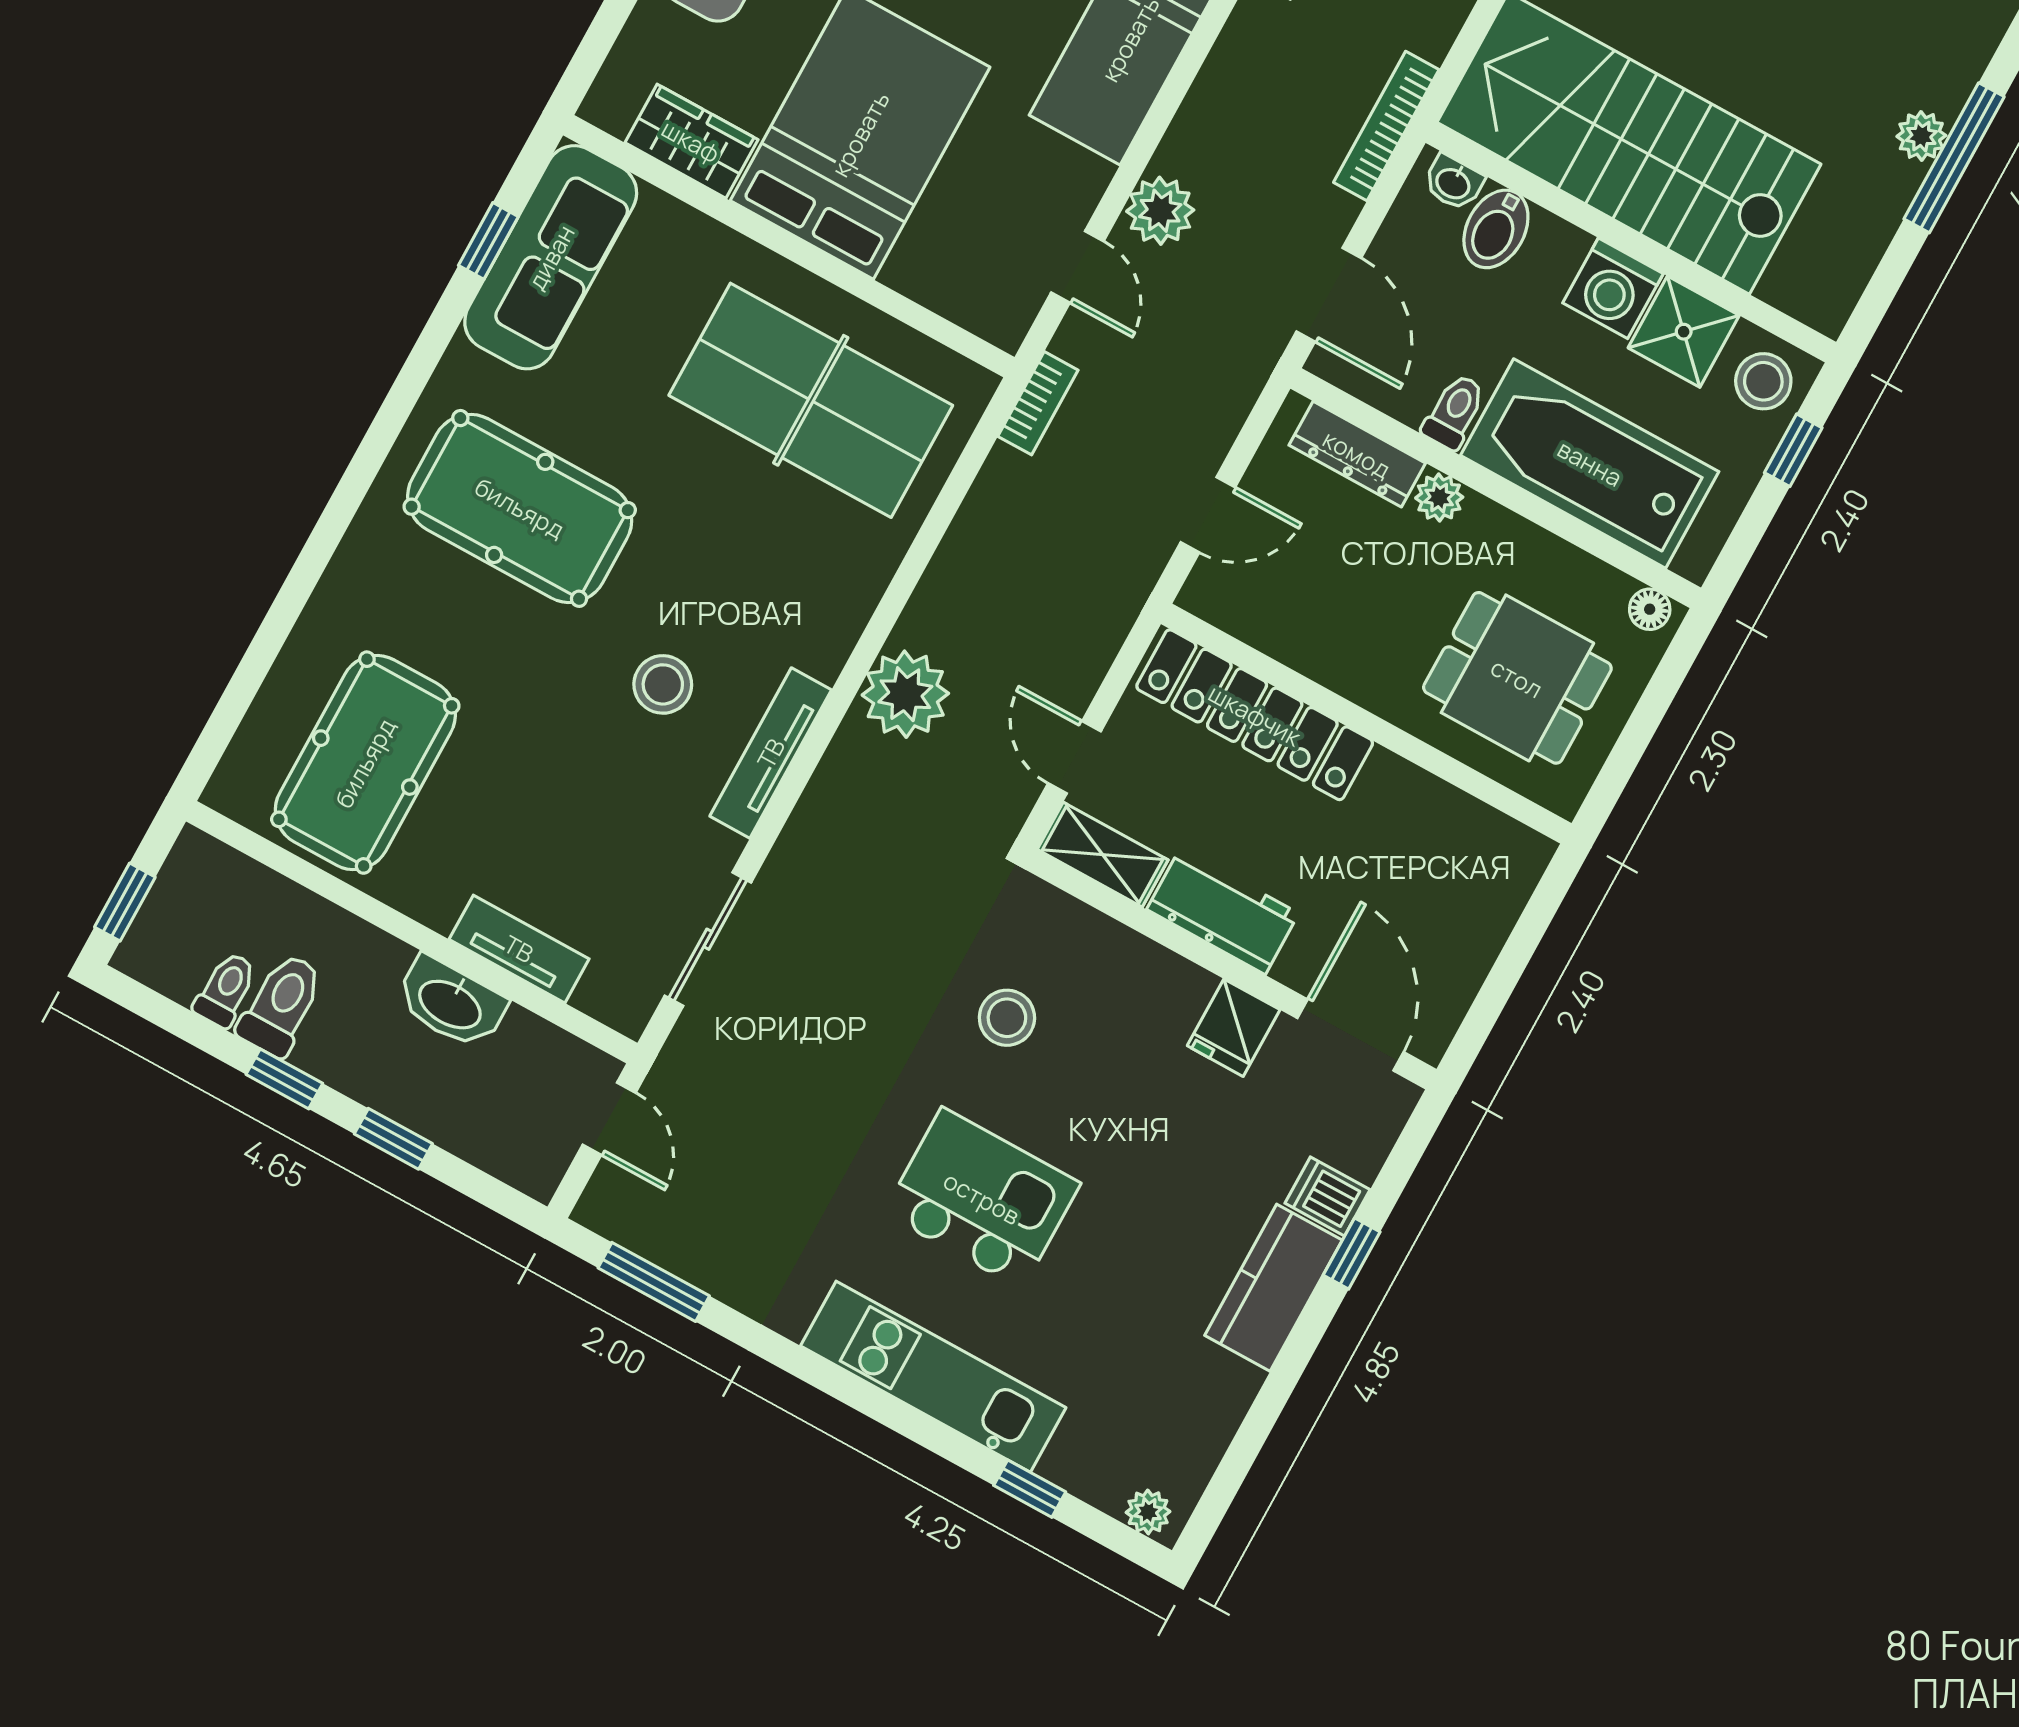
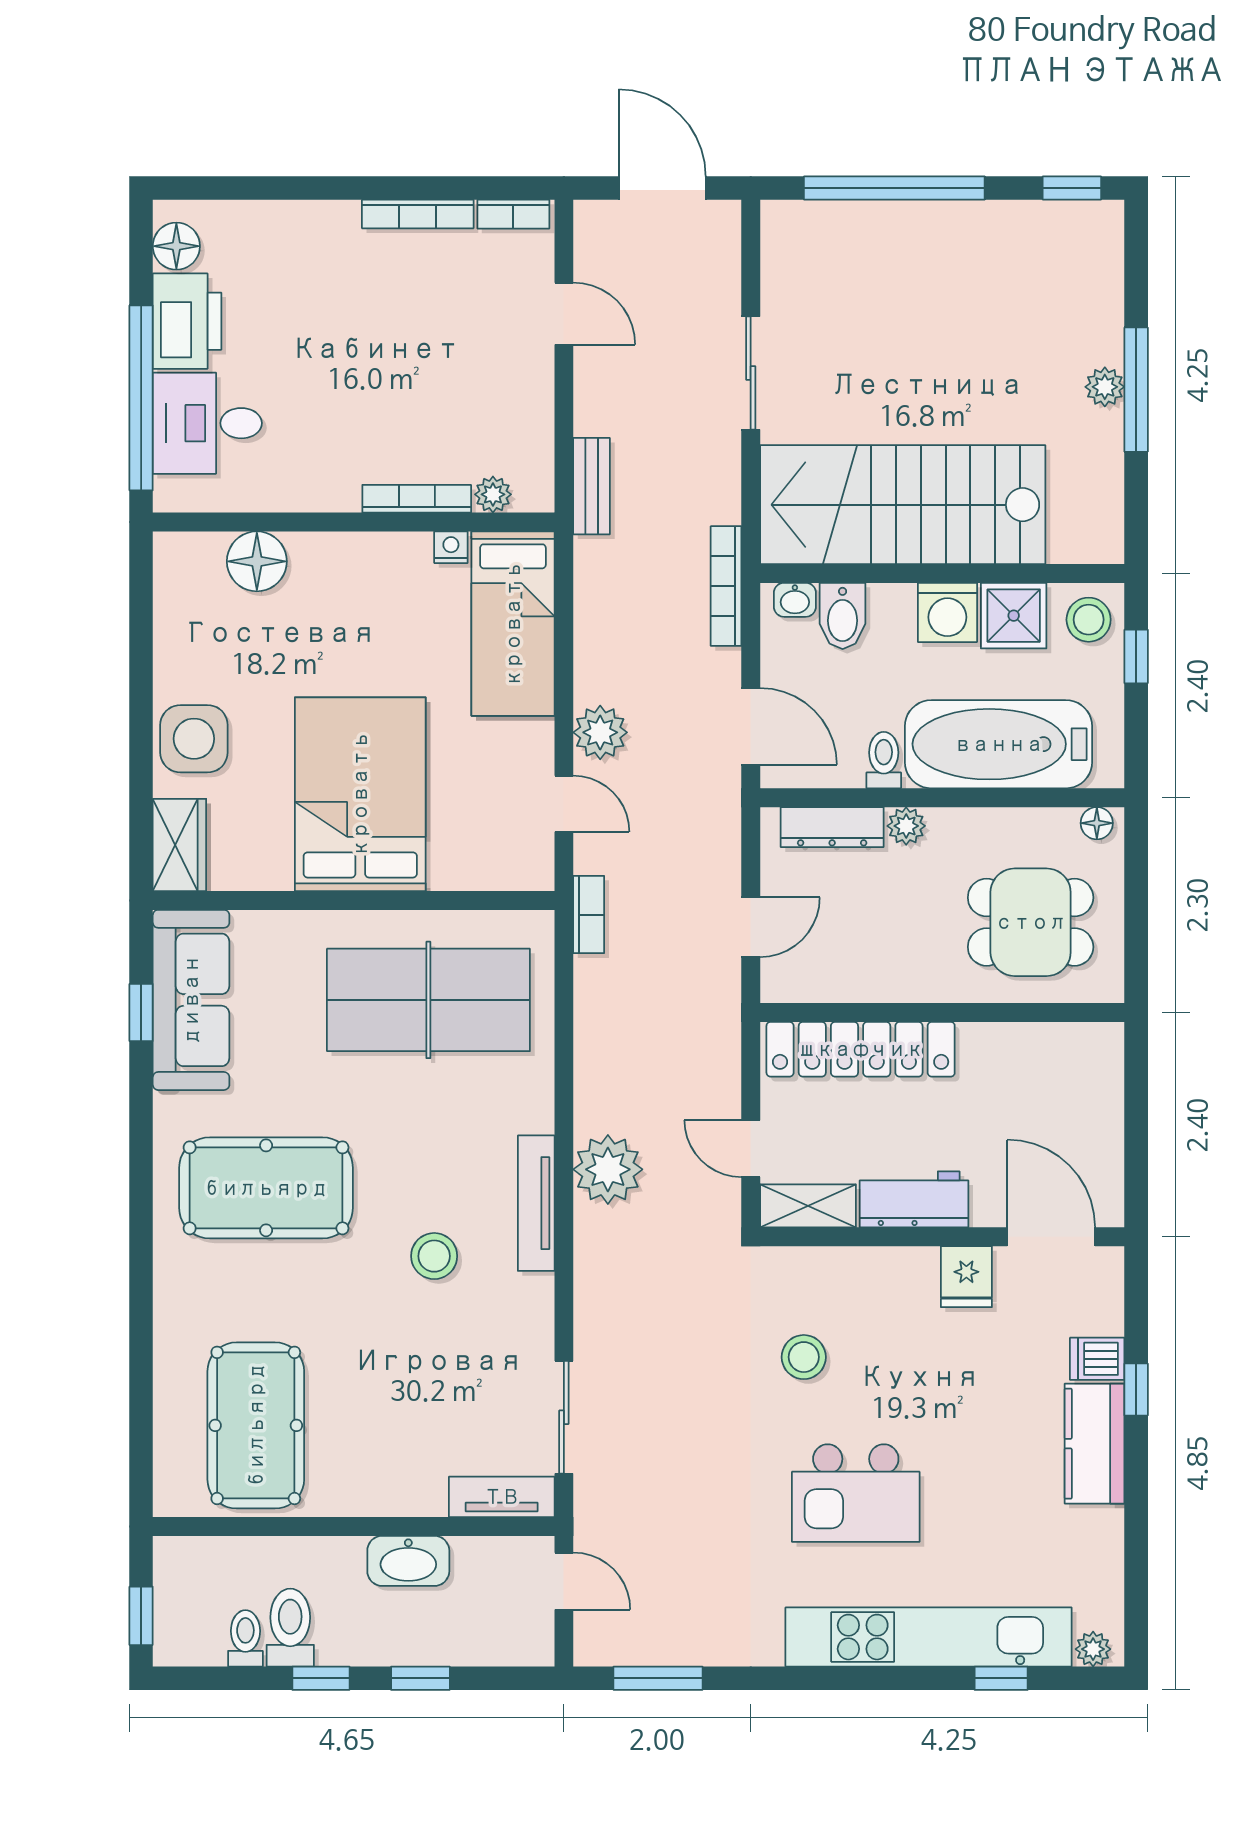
wardrobe: (691, 141) -> (179, 845), moved, turned 90
tv unit: (771, 753) -> (536, 1203), moved
tv unit: (519, 949) -> (502, 1497), moved
kitchen island: (982, 1198) -> (856, 1493), turned 180
kitchen unit: (933, 1377) -> (929, 1637), width x1.36

